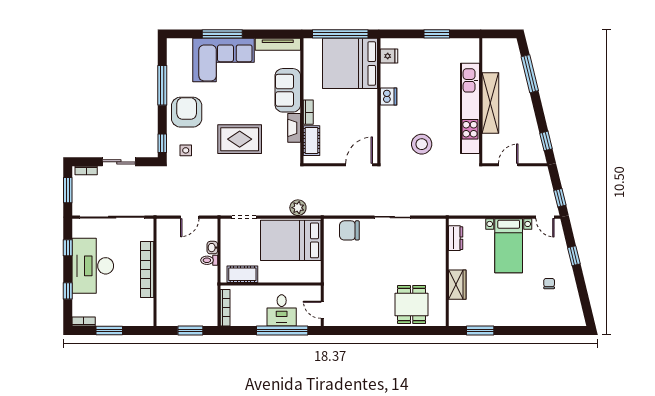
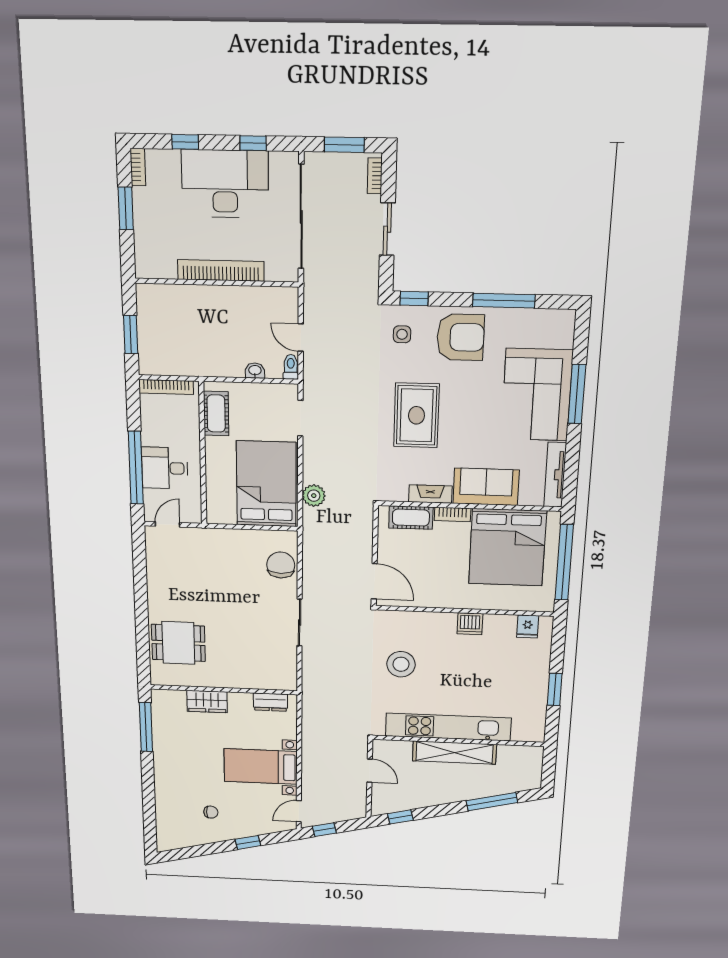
bed: (350, 63) -> (507, 547), moved, turned 180
toilet: (209, 260) -> (291, 367), moved
window: (480, 331) -> (146, 727), width x1.44

